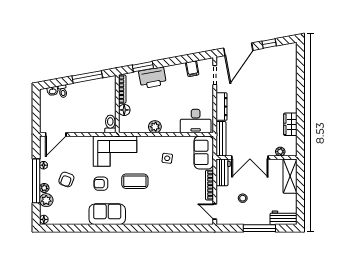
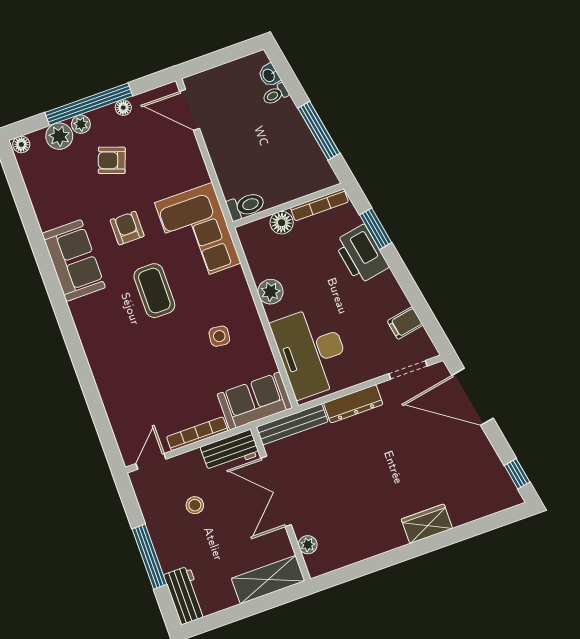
window: (269, 44) -> (517, 474), moved
desk: (196, 121) -> (312, 352), width x1.36, depth x1.30
wardrobe: (290, 124) -> (427, 524), moved

